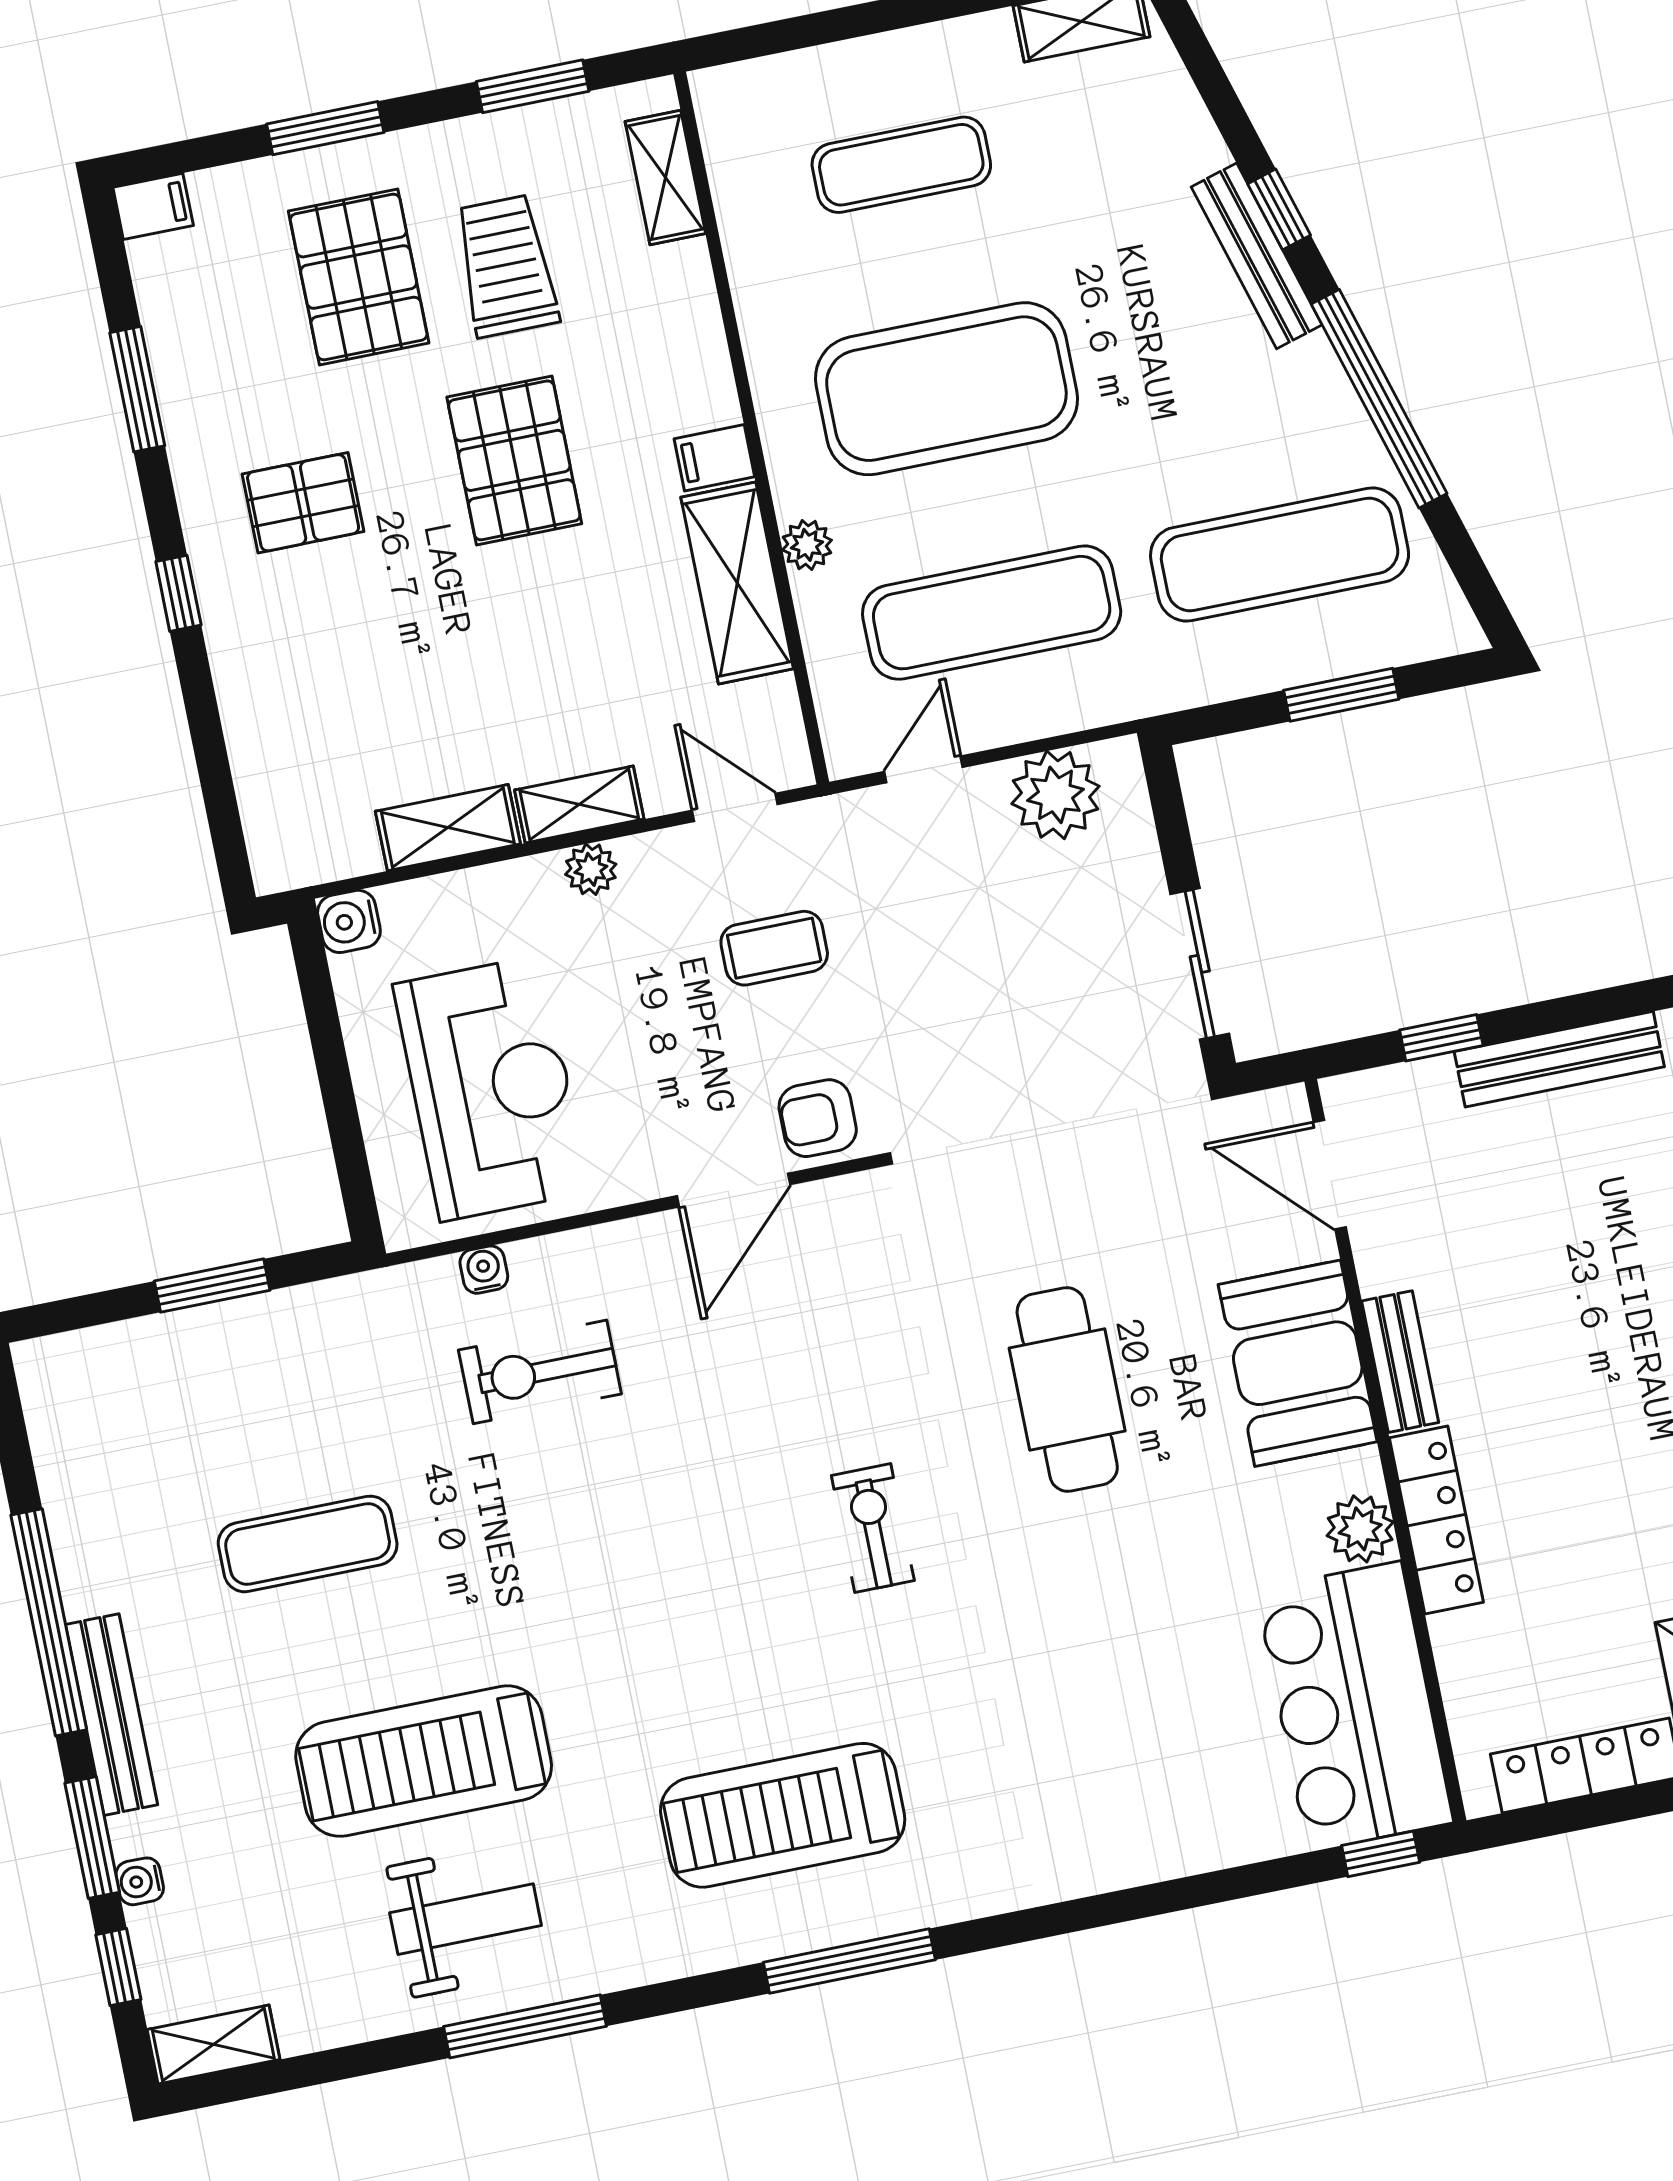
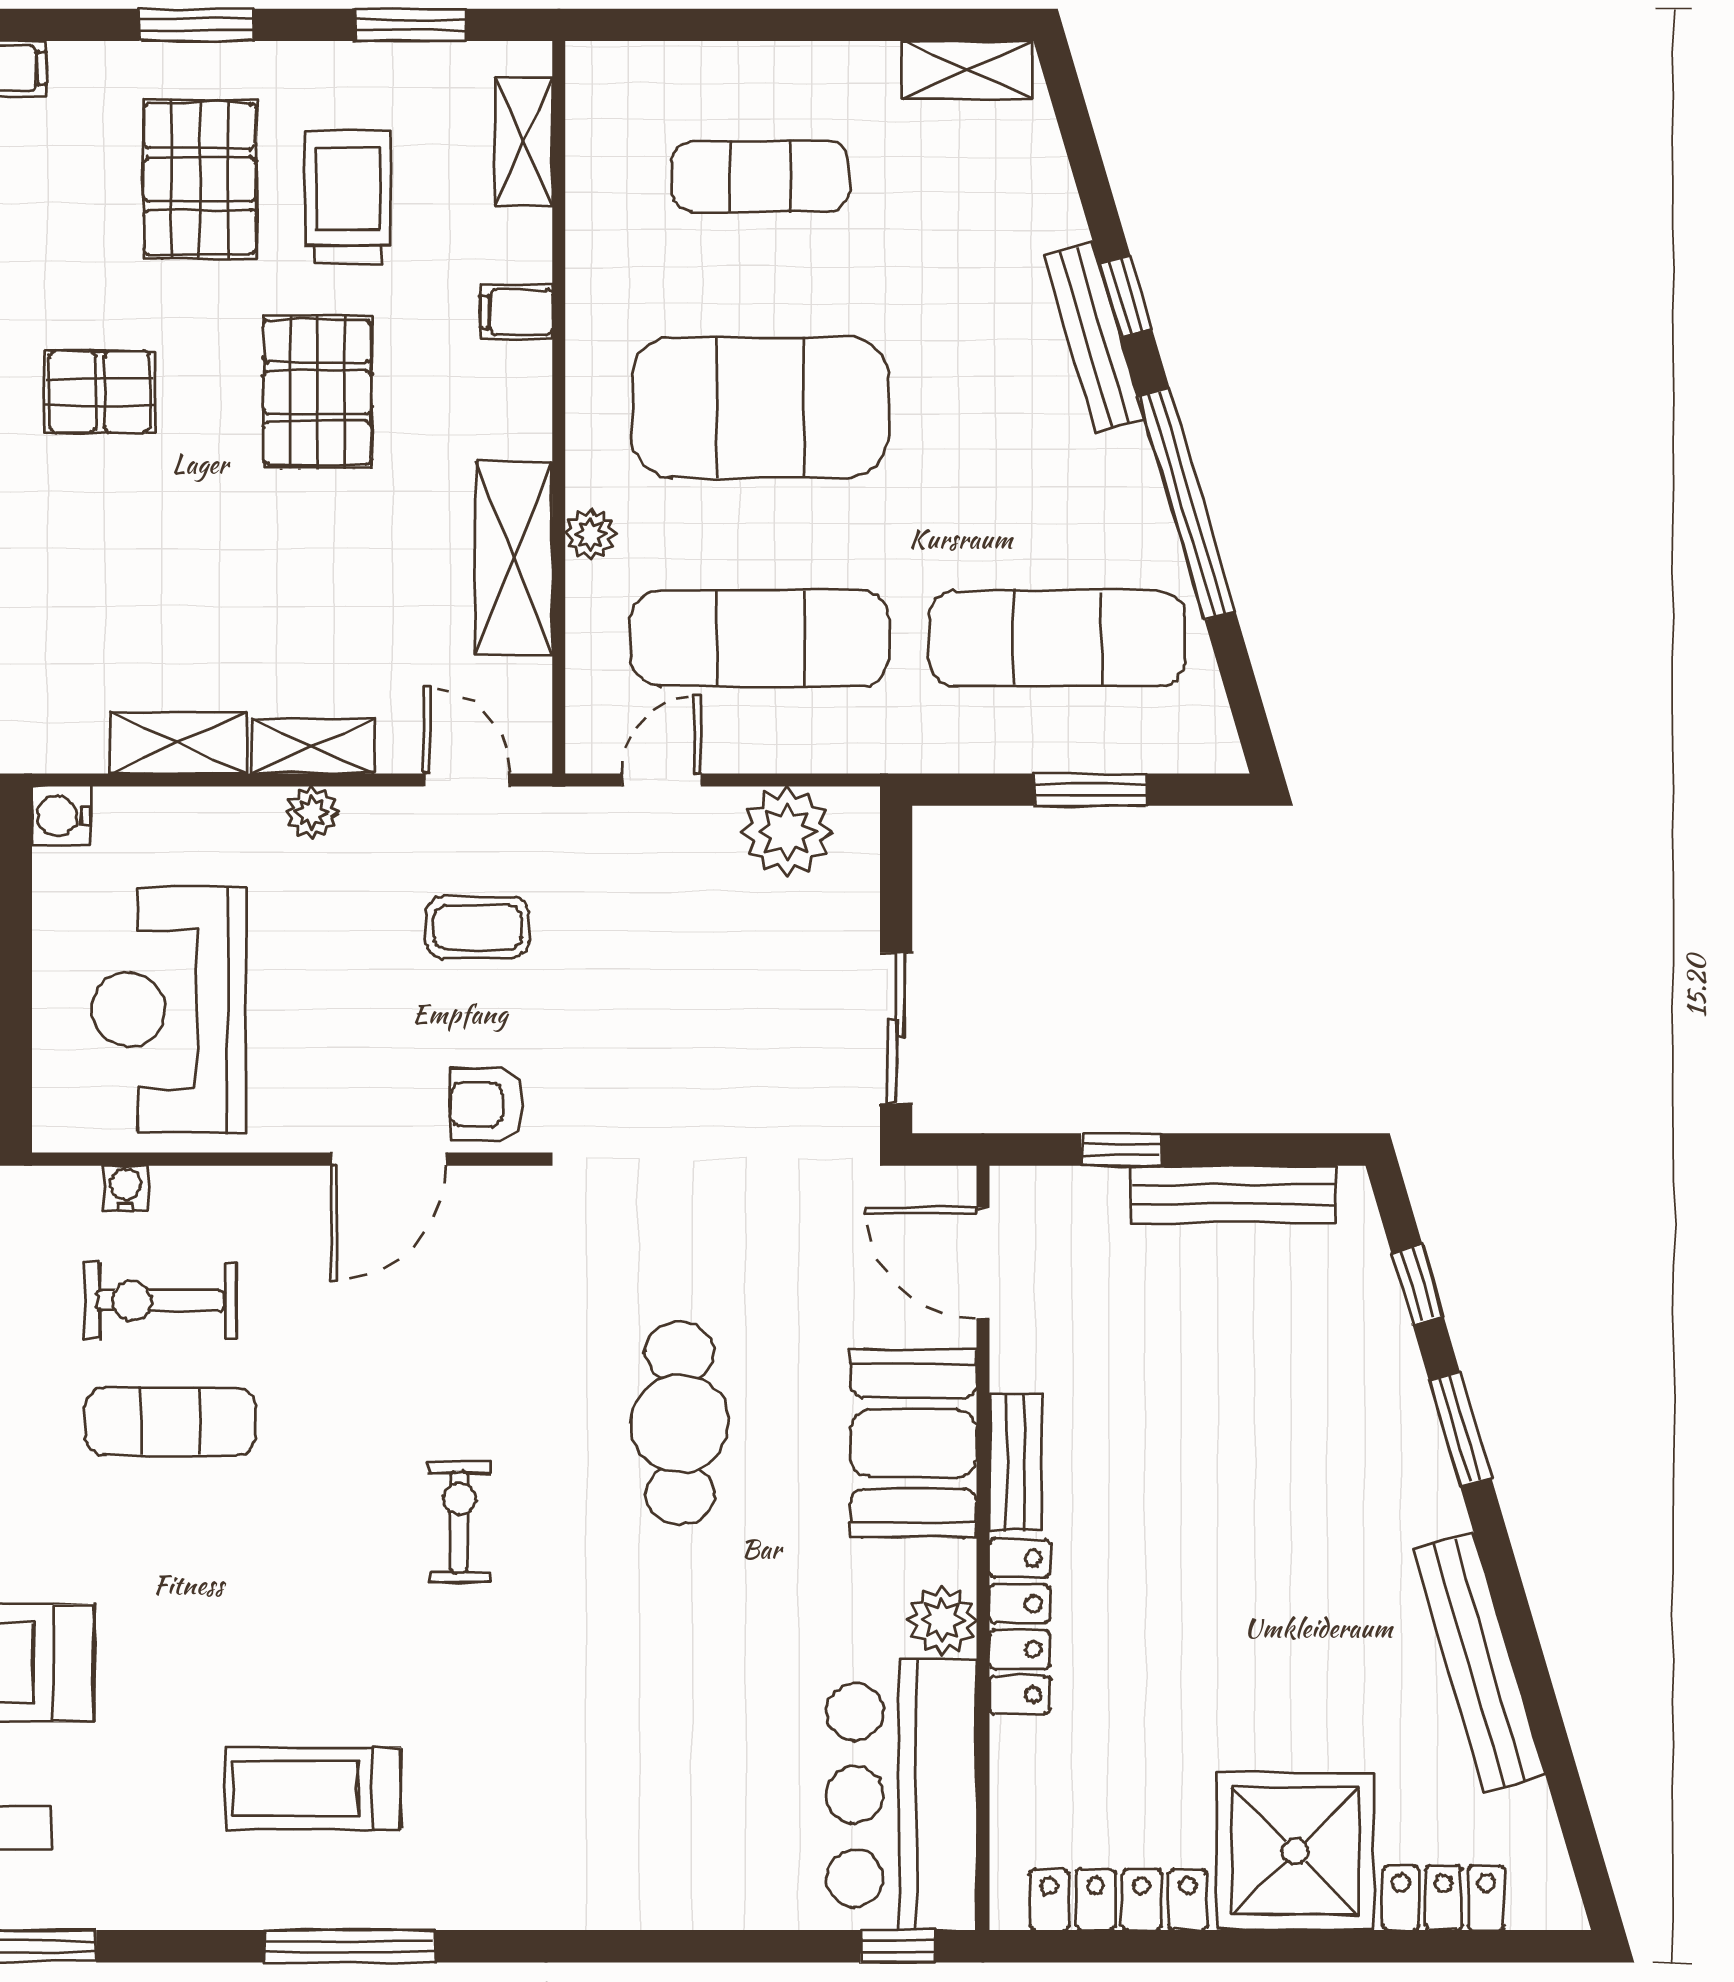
filing cabinet: (714, 458) -> (516, 312), moved
reception desk: (491, 1088) -> (169, 1010), turned 180
exercise mat: (573, 1487) -> (170, 1422), added
treadmill: (783, 1815) -> (313, 1789), width x0.73, depth x0.73

